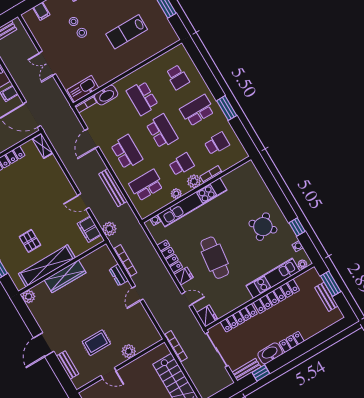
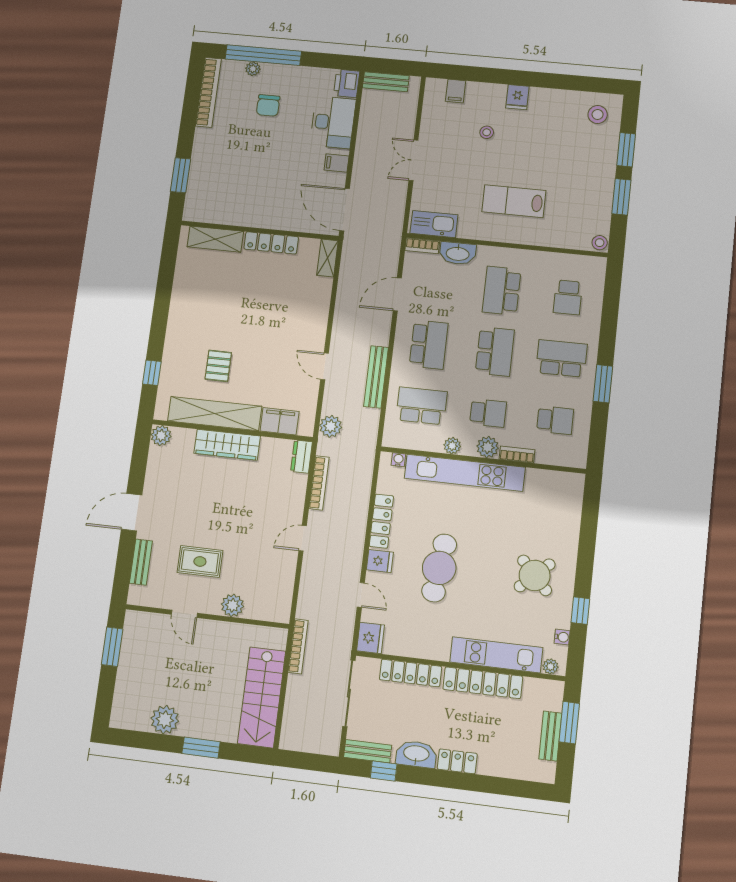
lab bench: (127, 32) -> (514, 201), moved
stool: (82, 33) -> (600, 243), moved
filing cabinet: (89, 229) -> (280, 421), moved, turned 90
dresser: (119, 275) -> (302, 457), moved

